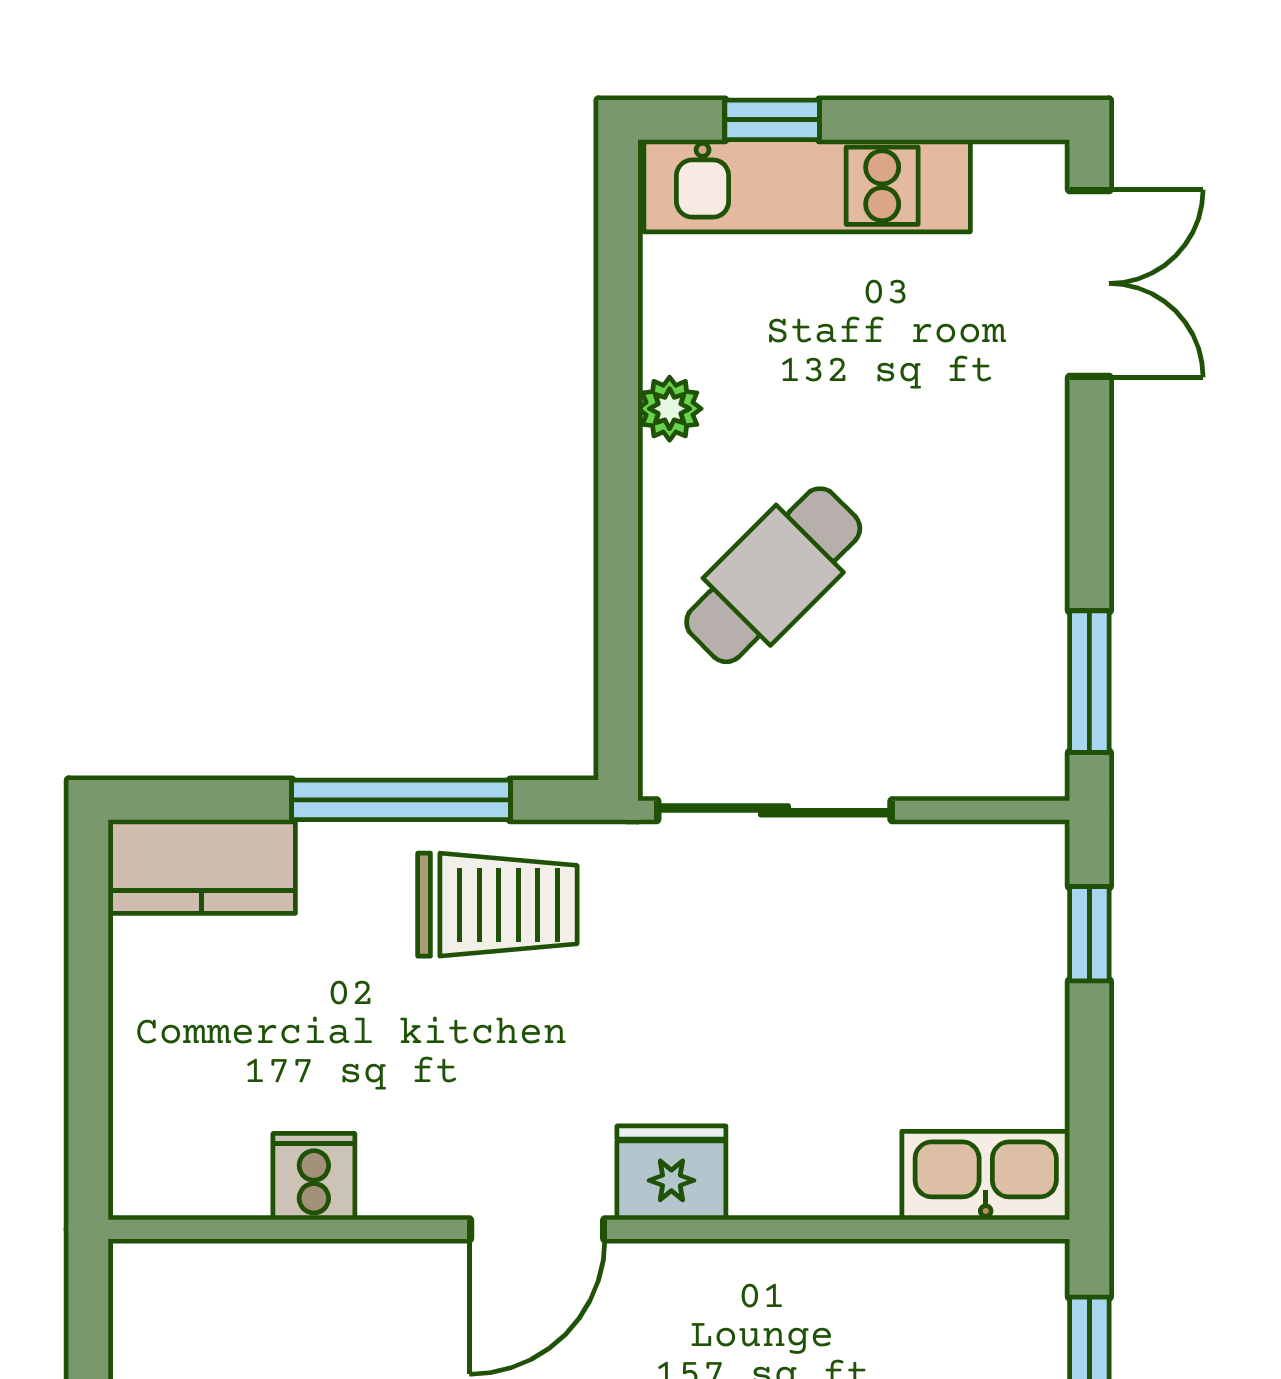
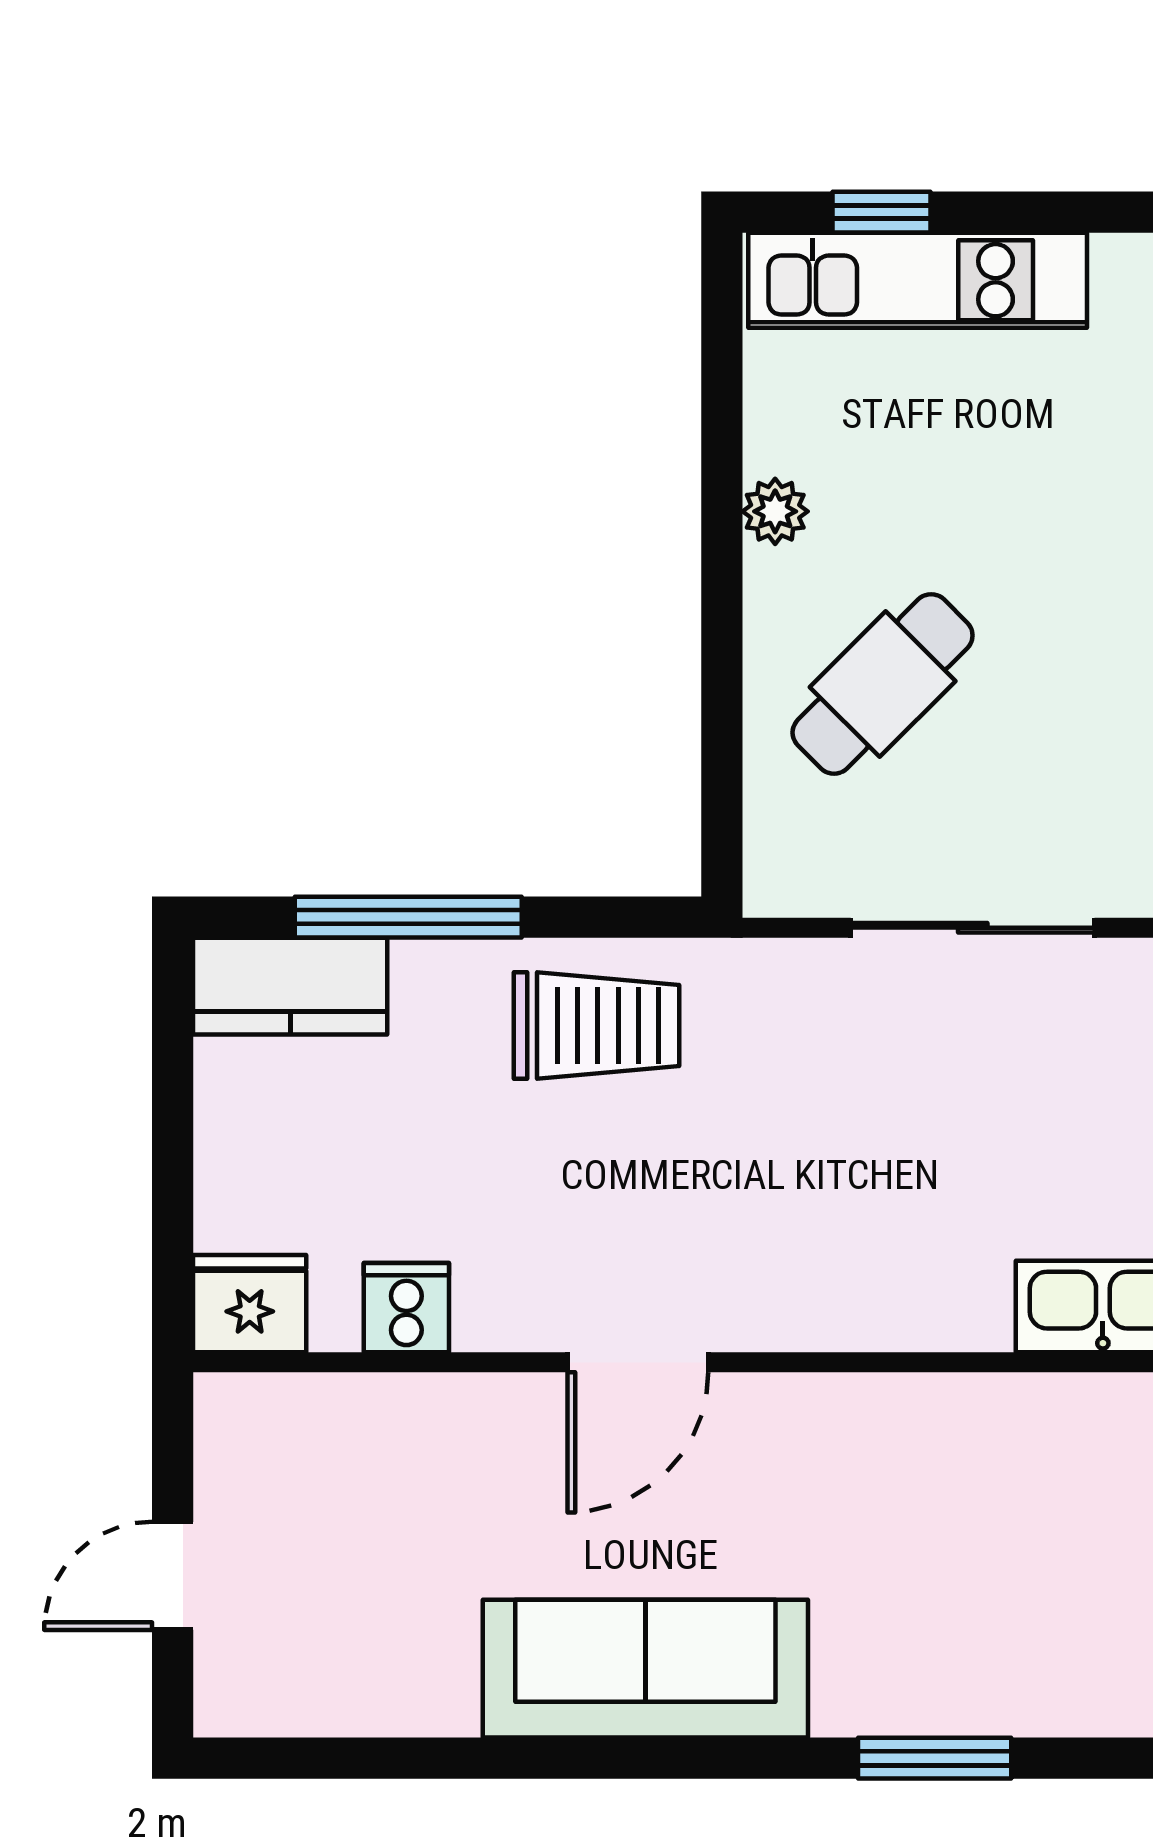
window: (401, 800) -> (408, 917), moved
sliding door: (774, 810) -> (973, 928), moved
fridge: (671, 1173) -> (250, 1304), moved

